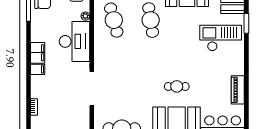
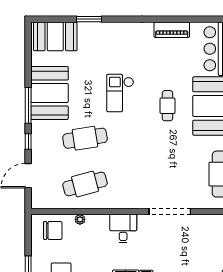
checkout: (221, 38) -> (120, 93), moved, width x0.73, depth x0.83
desk: (74, 41) -> (123, 229), width x0.53, depth x0.77

